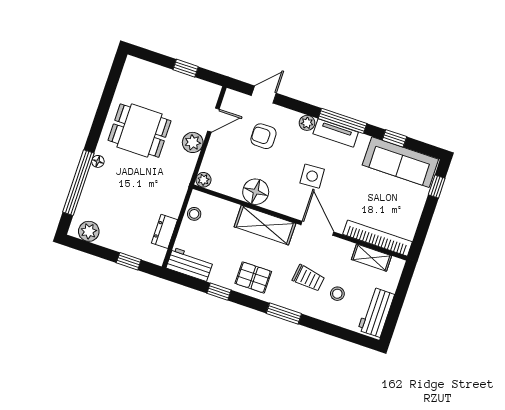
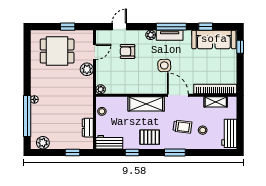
dining table: (140, 131) -> (57, 51), moved
floor lamp: (256, 192) -> (134, 86), removed

